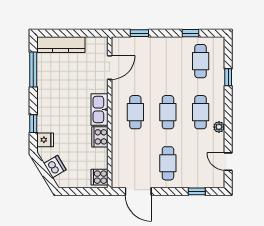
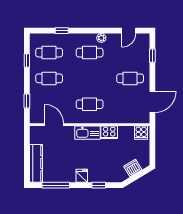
cafe table: (168, 112) -> (49, 78), moved
fridge: (45, 140) -> (82, 176), moved

